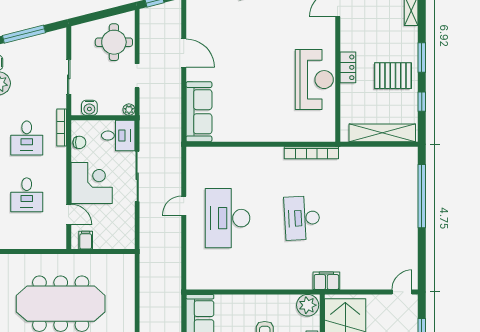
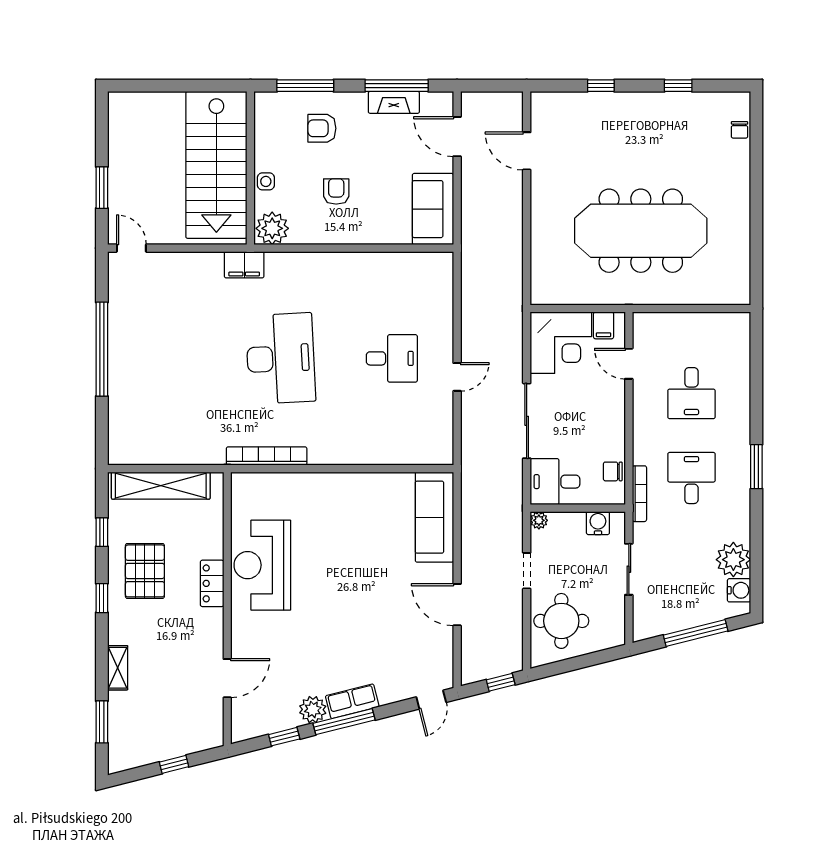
window: (422, 57) -> (102, 598), width x0.67
pallet: (393, 76) -> (145, 571), turned 90
corner desk: (92, 183) -> (561, 343), moved, turned -90
desk: (27, 195) -> (691, 393), turned 180
window: (422, 196) -> (102, 349), moved
desk: (227, 218) -> (392, 358), width x0.53, depth x0.77
desk: (302, 218) -> (281, 358), width x1.36, depth x1.30
door: (402, 292) -> (131, 248), swing flipped

